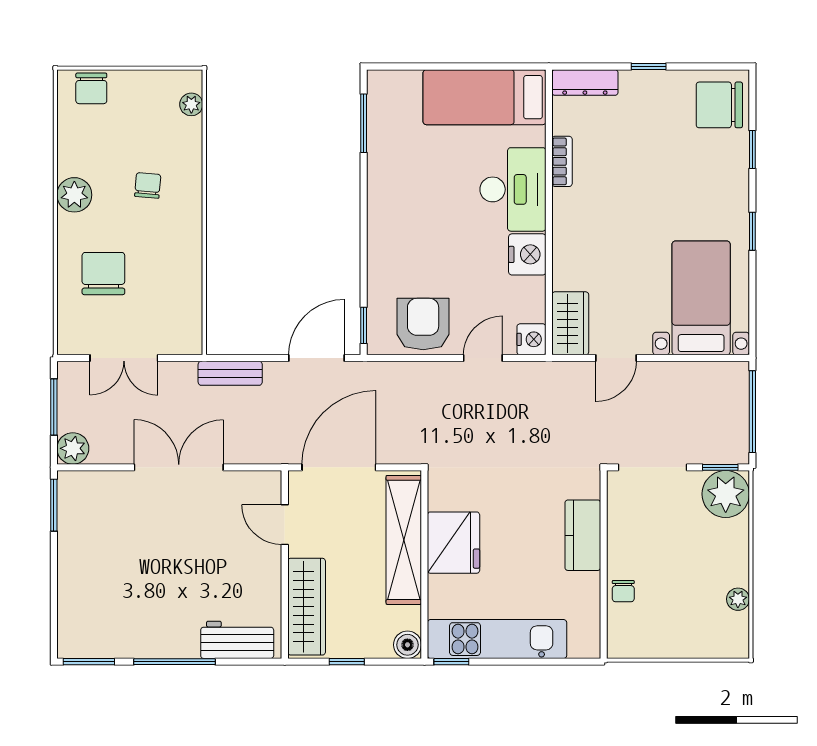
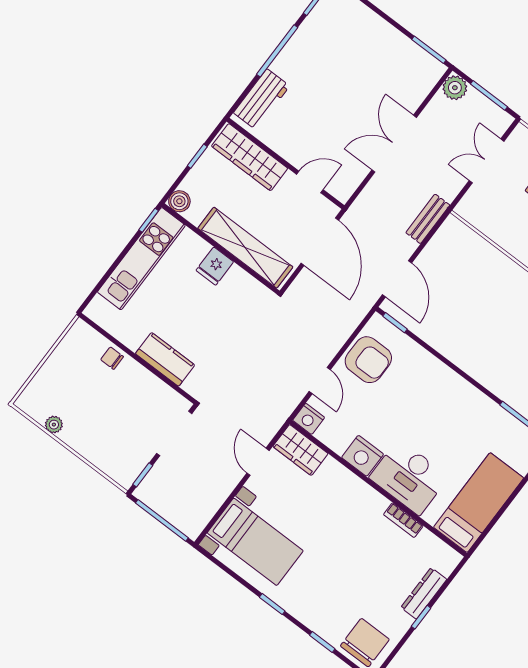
dresser: (585, 82) -> (424, 593), moved
double door: (179, 467) -> (394, 144), swing flipped
plant: (726, 494) -> (124, 466), removed
fridge: (453, 543) -> (215, 266), width x0.53, depth x0.75

